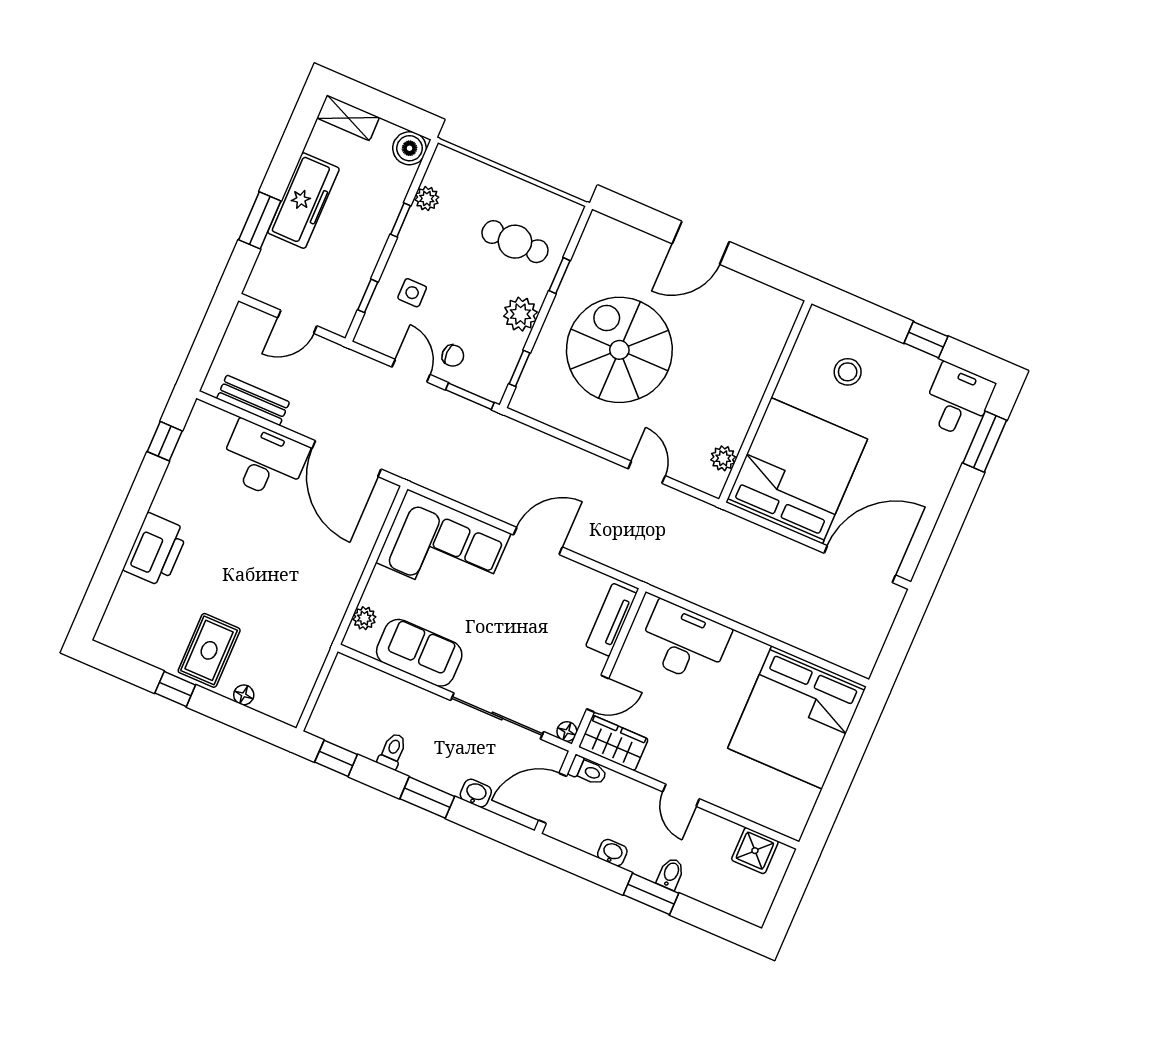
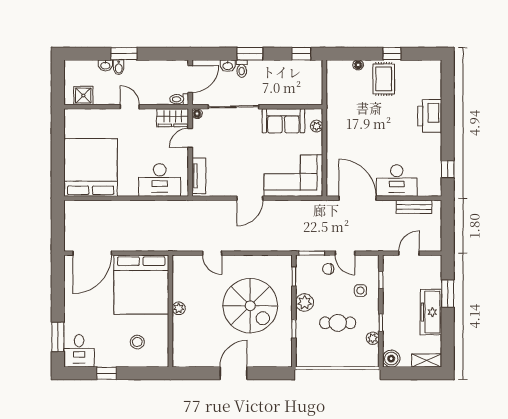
cafe table: (515, 242) -> (338, 323), moved
plant: (723, 458) -> (179, 308), moved
toilet: (392, 751) -> (242, 69), moved
washbasin: (612, 853) -> (105, 65), moved

